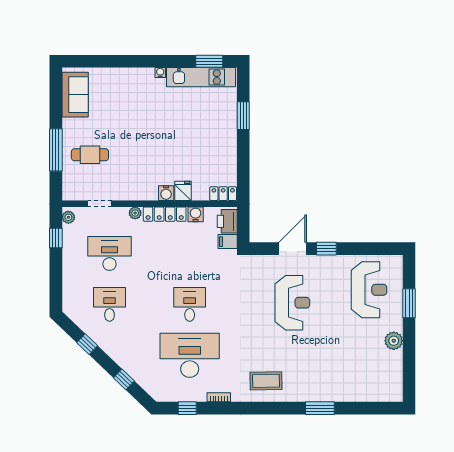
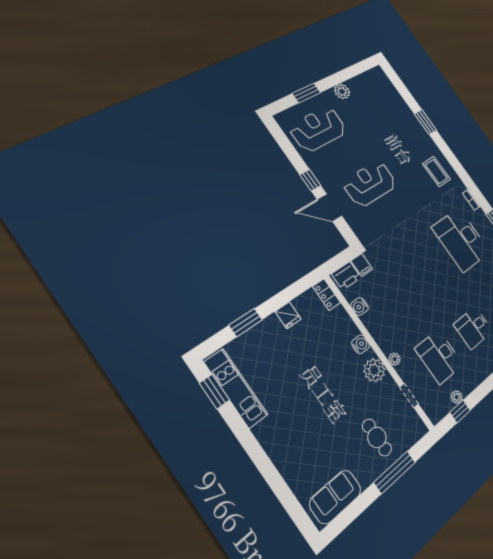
water cooler: (160, 73) -> (258, 431), removed
plant: (139, 190) -> (374, 370), added
fridge: (183, 191) -> (288, 315), moved, turned -90
locker: (165, 214) -> (378, 333), removed
plant: (68, 217) -> (457, 397), moved
desk: (190, 304) -> (428, 264), removed

